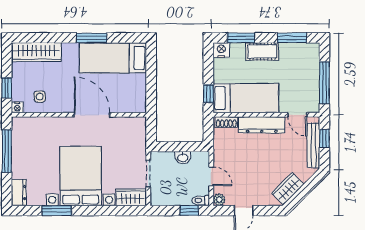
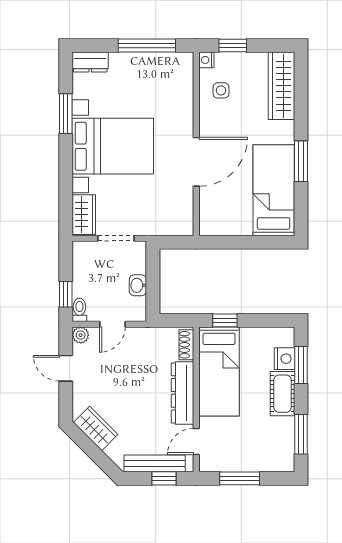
nightstand: (221, 50) -> (284, 359), moved
window: (324, 83) -> (240, 478), width x0.69

